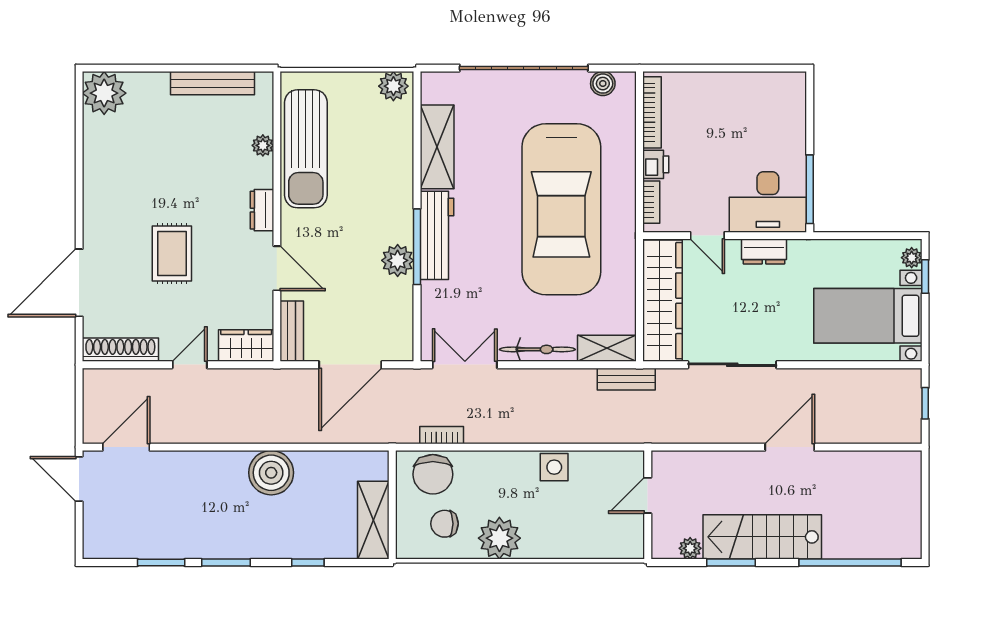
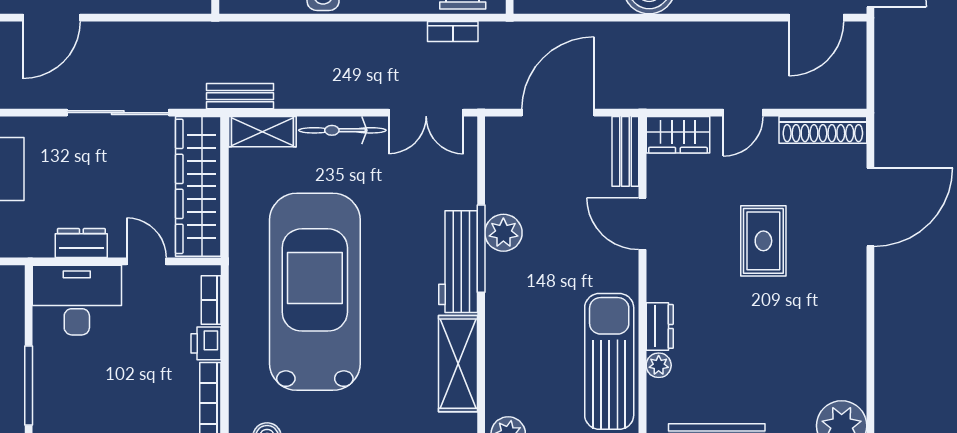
window: (810, 189) -> (29, 385), moved
dresser: (262, 210) -> (660, 326), moved

